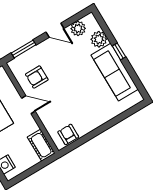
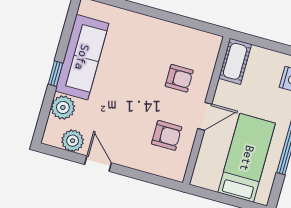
window: (24, 49) -> (150, 178), removed
door: (28, 105) -> (205, 116), swing flipped
armchair: (68, 134) -> (179, 78), moved, turned -90

